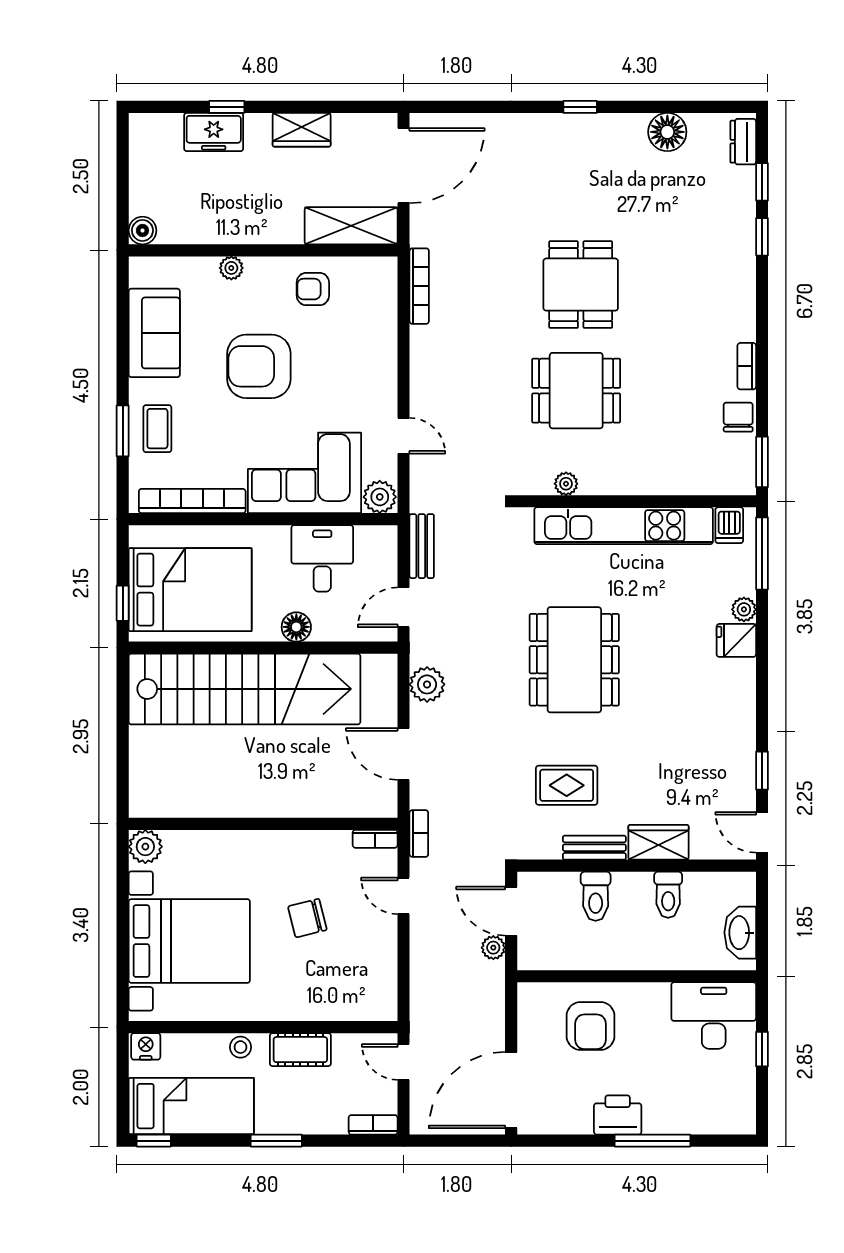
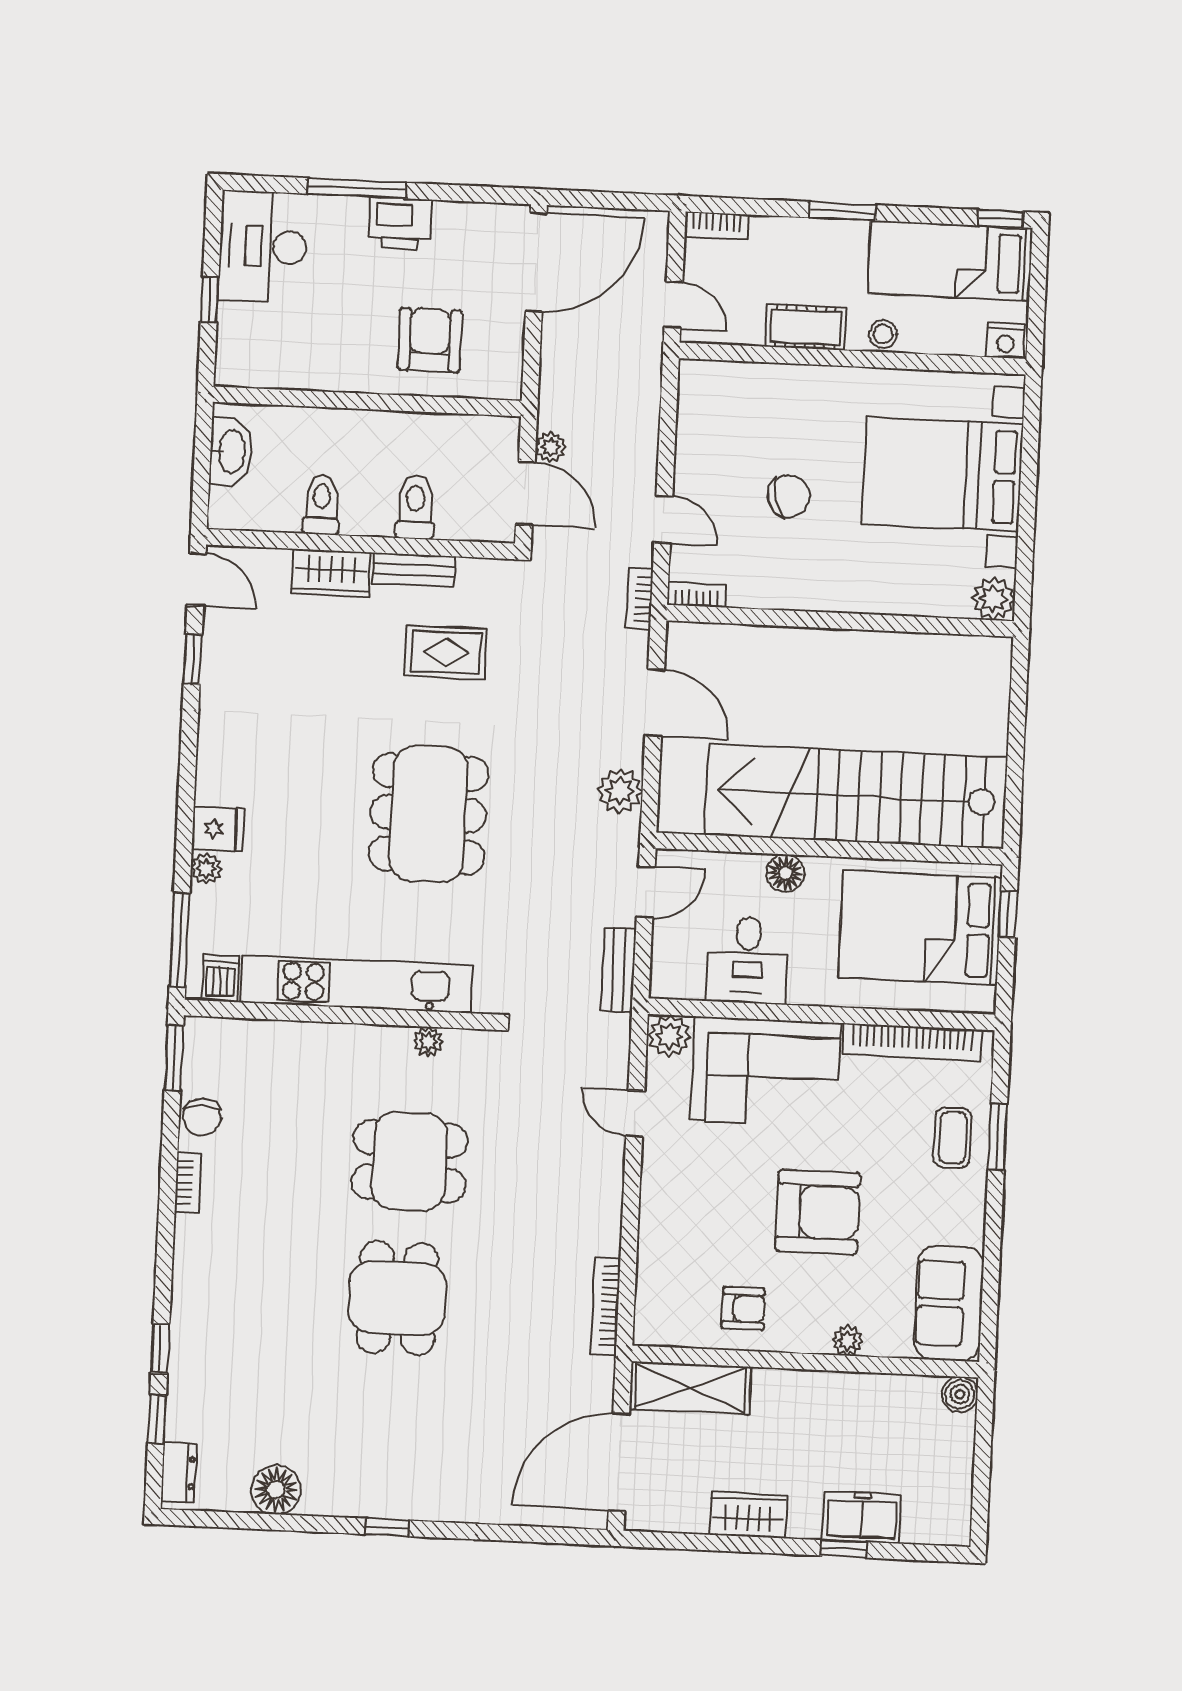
sofa: (154, 333) -> (949, 1303), moved
desk: (714, 1015) -> (263, 246), moved, turned 90

